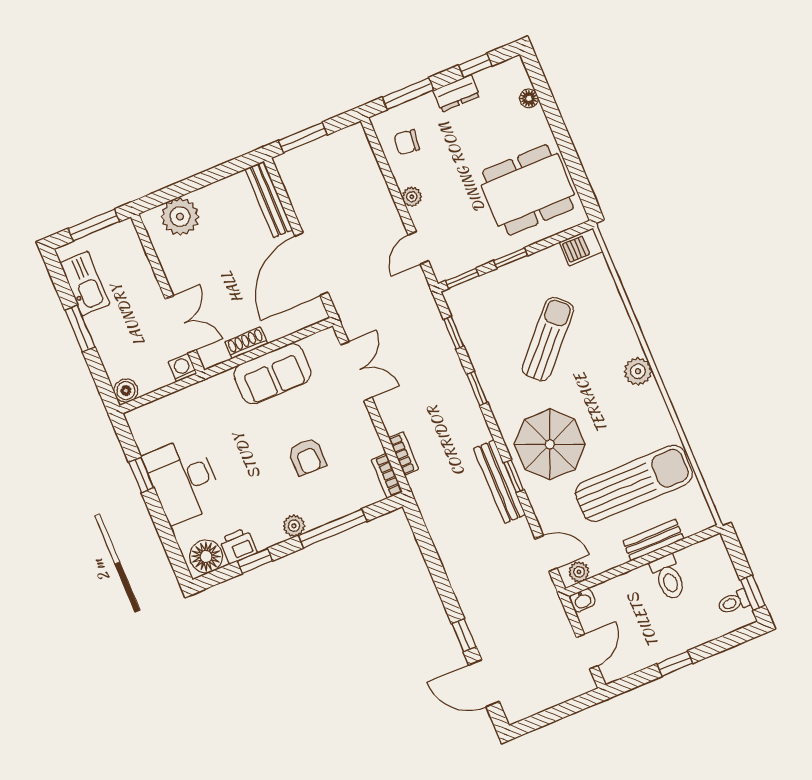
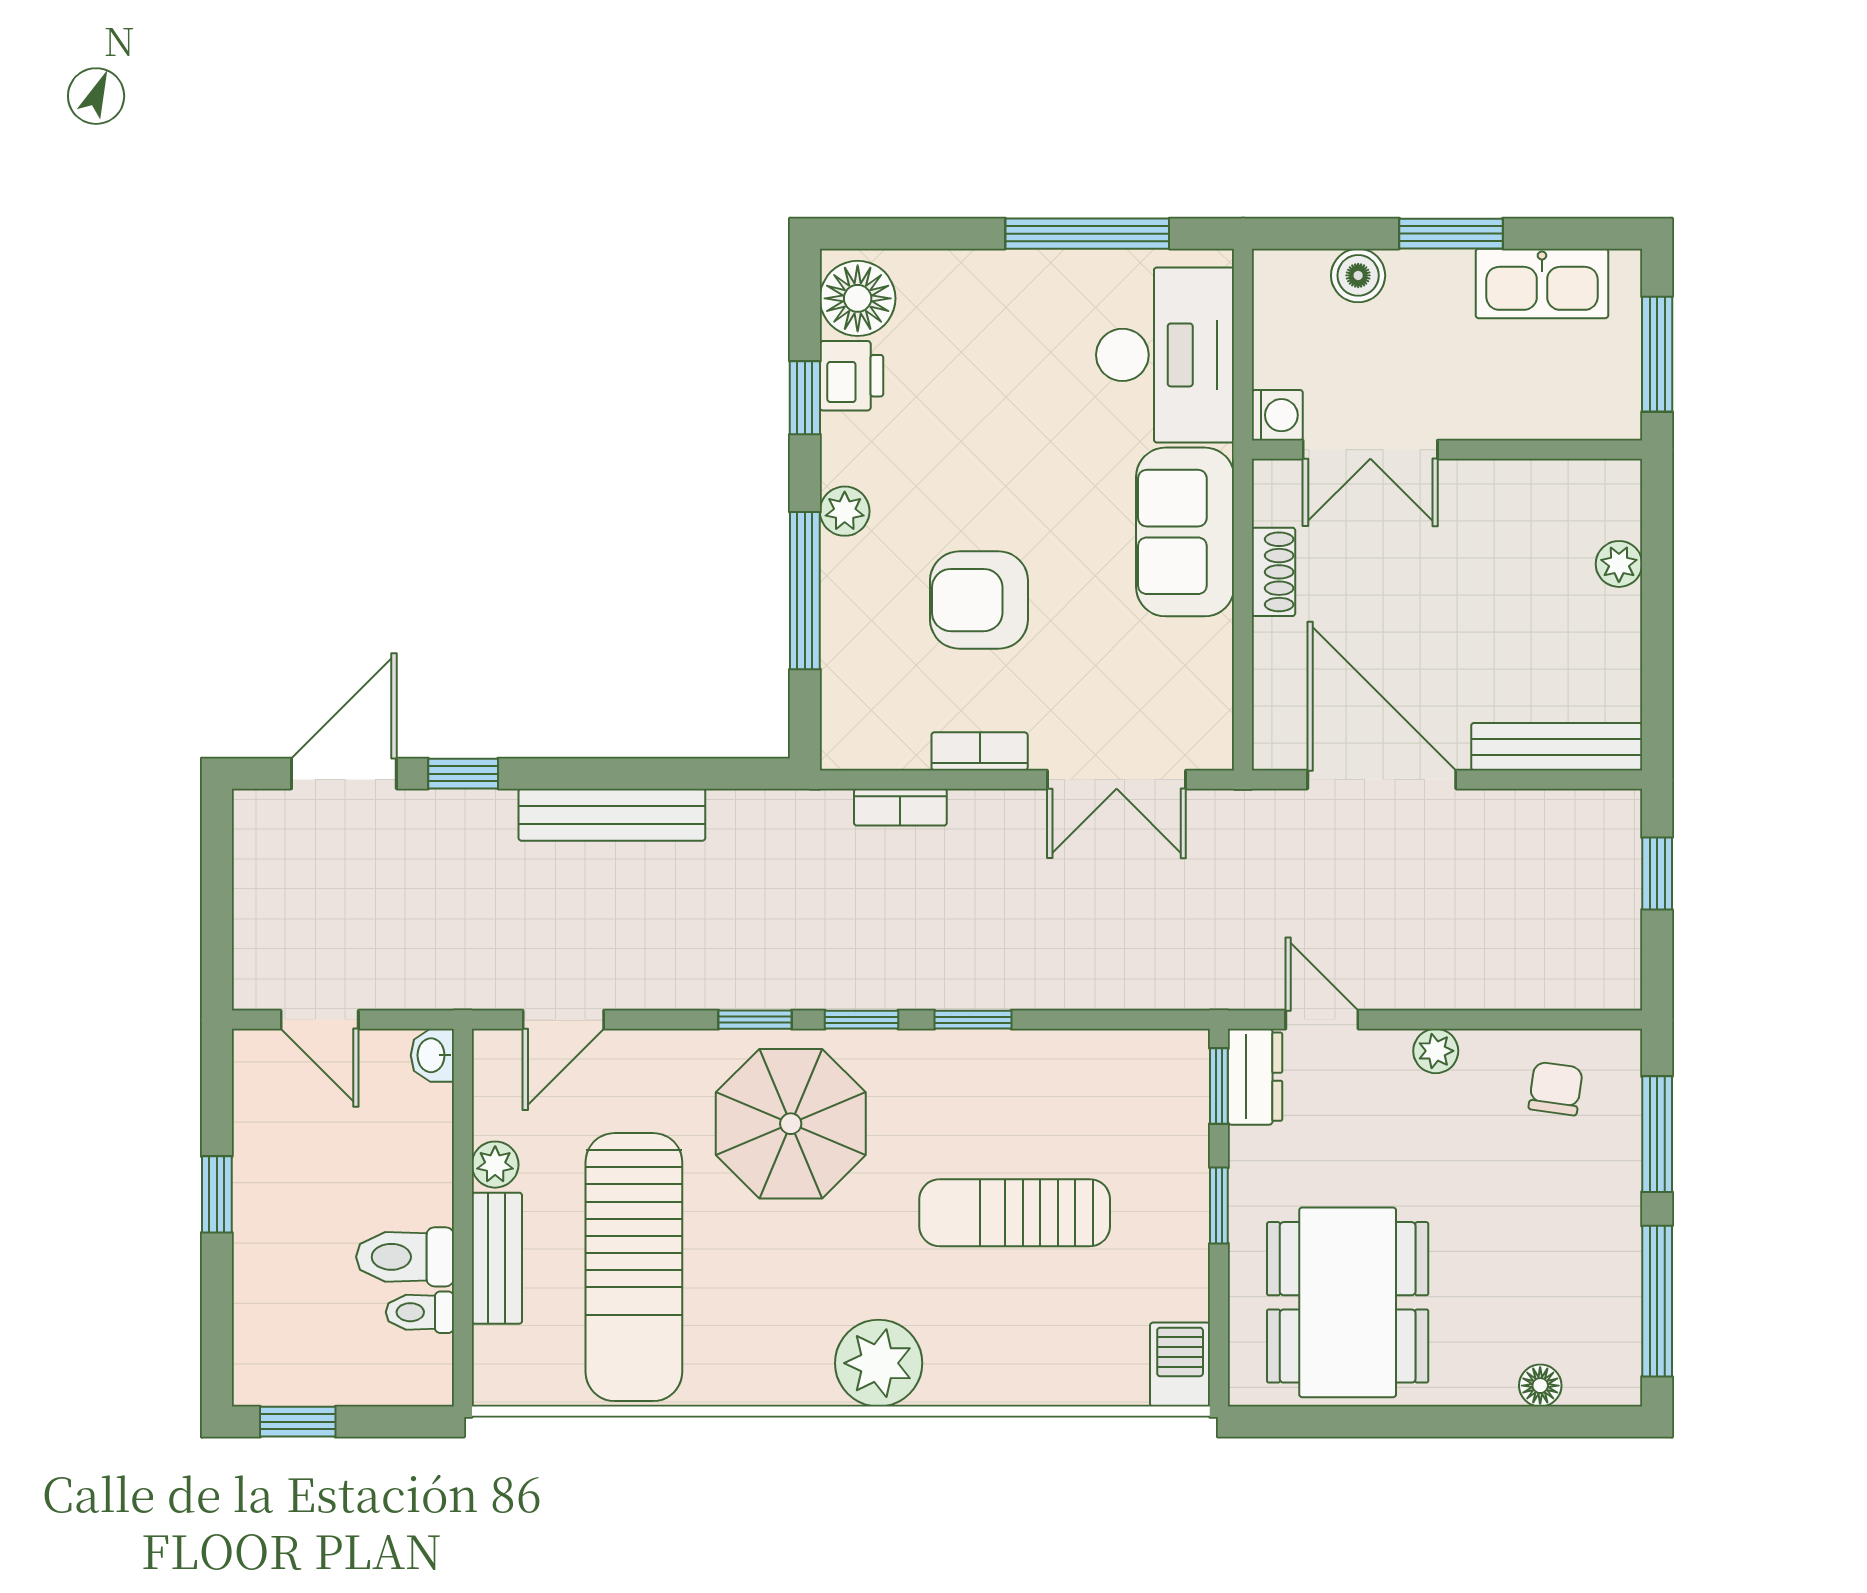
window: (475, 66) -> (1657, 1301), width x2.17
dresser: (456, 93) -> (1255, 1077), moved, turned 180
window: (303, 138) -> (1657, 874), width x0.67
plant: (180, 217) -> (1619, 564), width x0.53, depth x0.53
window: (454, 333) -> (861, 1020), moved
sun lounger: (548, 339) -> (1015, 1213), turned 137
plant: (638, 371) -> (879, 1363), width x1.36, depth x1.36
sofa: (272, 374) -> (1185, 532), moved
boiler: (126, 391) -> (1358, 275), moved
armchair: (307, 457) -> (979, 600), width x1.38, depth x1.38
window: (141, 475) -> (1087, 234), width x2.17
bookcase: (387, 476) -> (980, 751), moved
desk: (183, 480) -> (1165, 355), moved, turned 90
bench: (499, 482) -> (612, 815), moved
plant: (579, 572) -> (495, 1165), moved
toilet: (734, 602) -> (420, 1312), moved, turned -90

